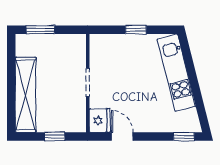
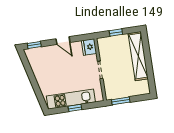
window: (40, 30) -> (121, 101), moved
kitchen unit: (176, 73) -> (71, 99), moved, turned -76
door: (122, 137) -> (63, 41), moved

